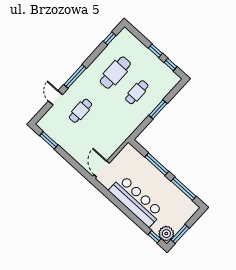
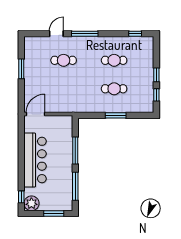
cafe table: (115, 73) -> (114, 60), width x0.73, depth x0.74
window: (49, 140) -> (21, 69), moved
window: (180, 234) -> (54, 213), moved

